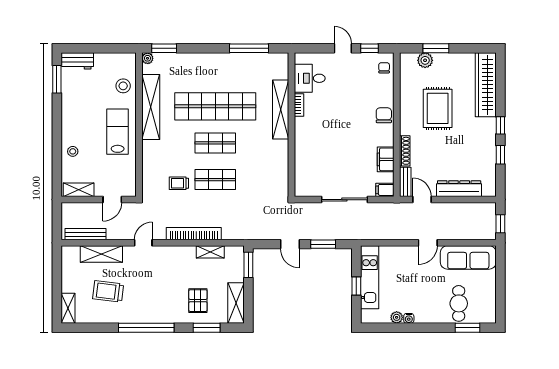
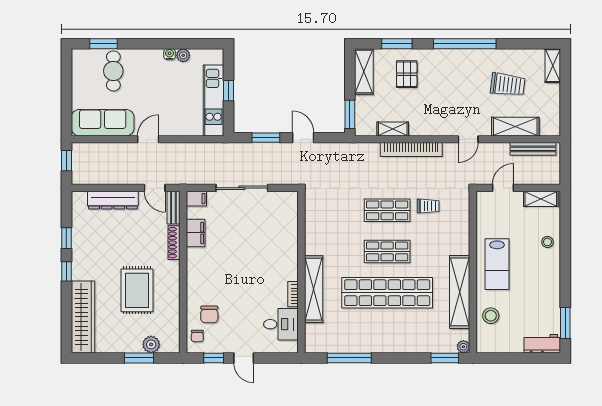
chair: (384, 115) -> (209, 314), moved

